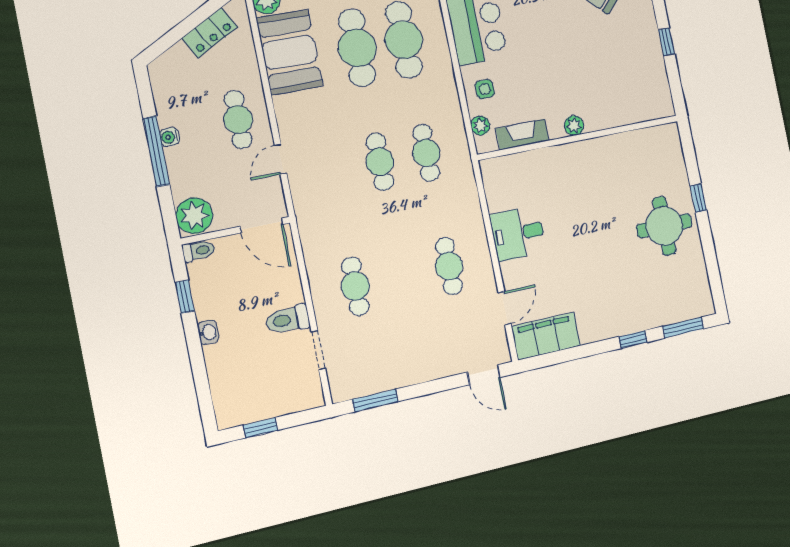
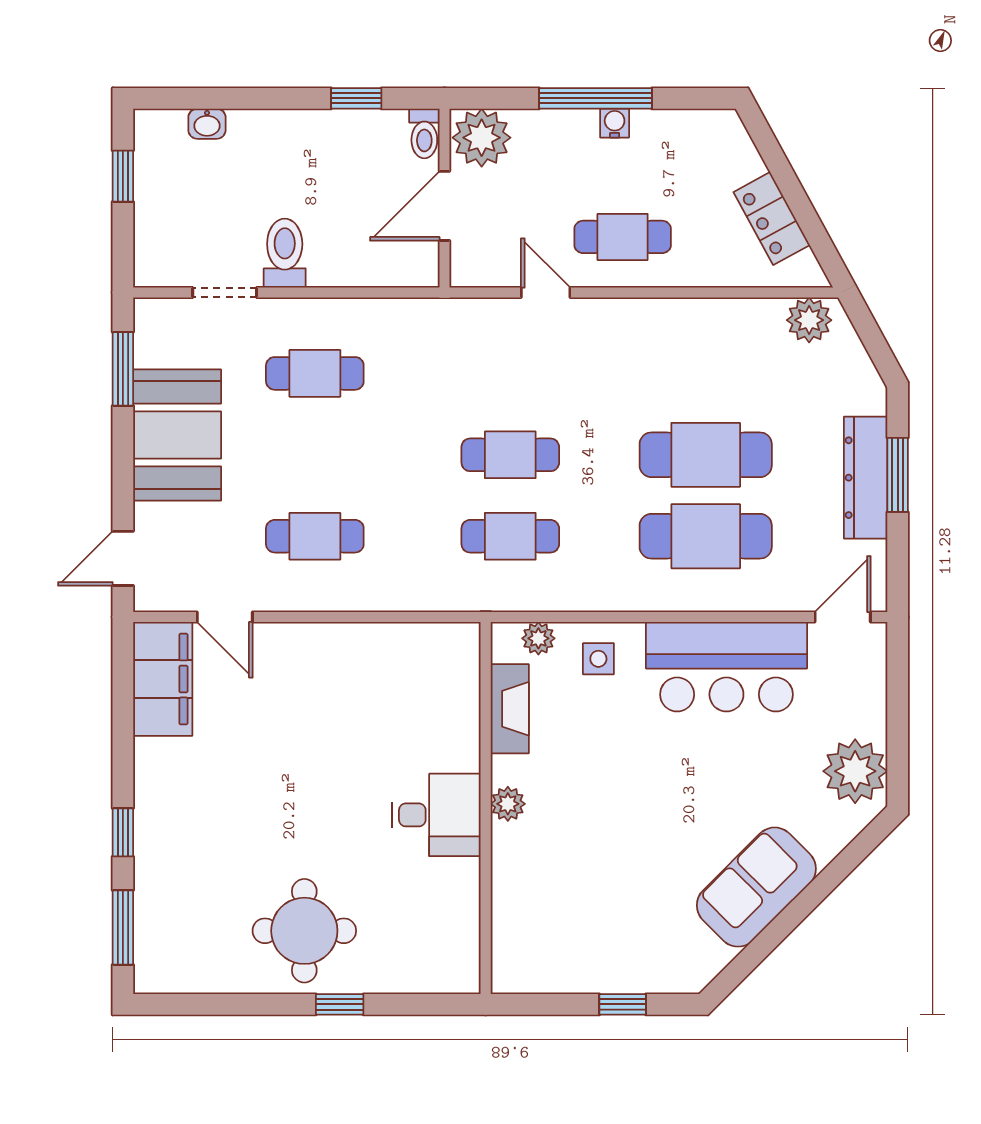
booth: (290, 52) -> (177, 435), moved, turned 90
door: (262, 225) -> (445, 206), moved
desk: (518, 233) -> (436, 815), moved, turned 90
washbasin: (208, 332) -> (207, 124), moved

